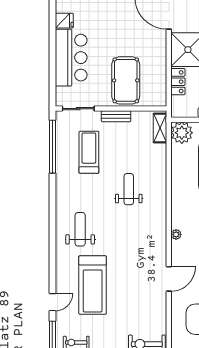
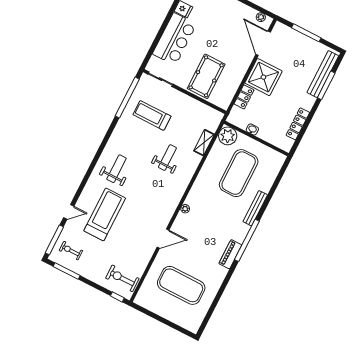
bench: (116, 116) -> (186, 99), removed
shelving: (160, 128) -> (204, 143), moved
treadmill: (89, 152) -> (152, 115), turned -90
treadmill: (93, 285) -> (105, 214), turned 180

